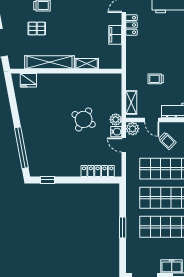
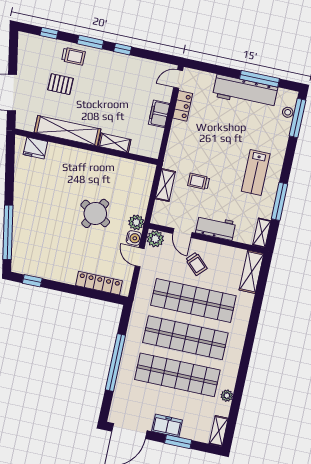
shelving: (131, 102) -> (165, 185), moved
window: (123, 228) -> (115, 363), width x2.11

